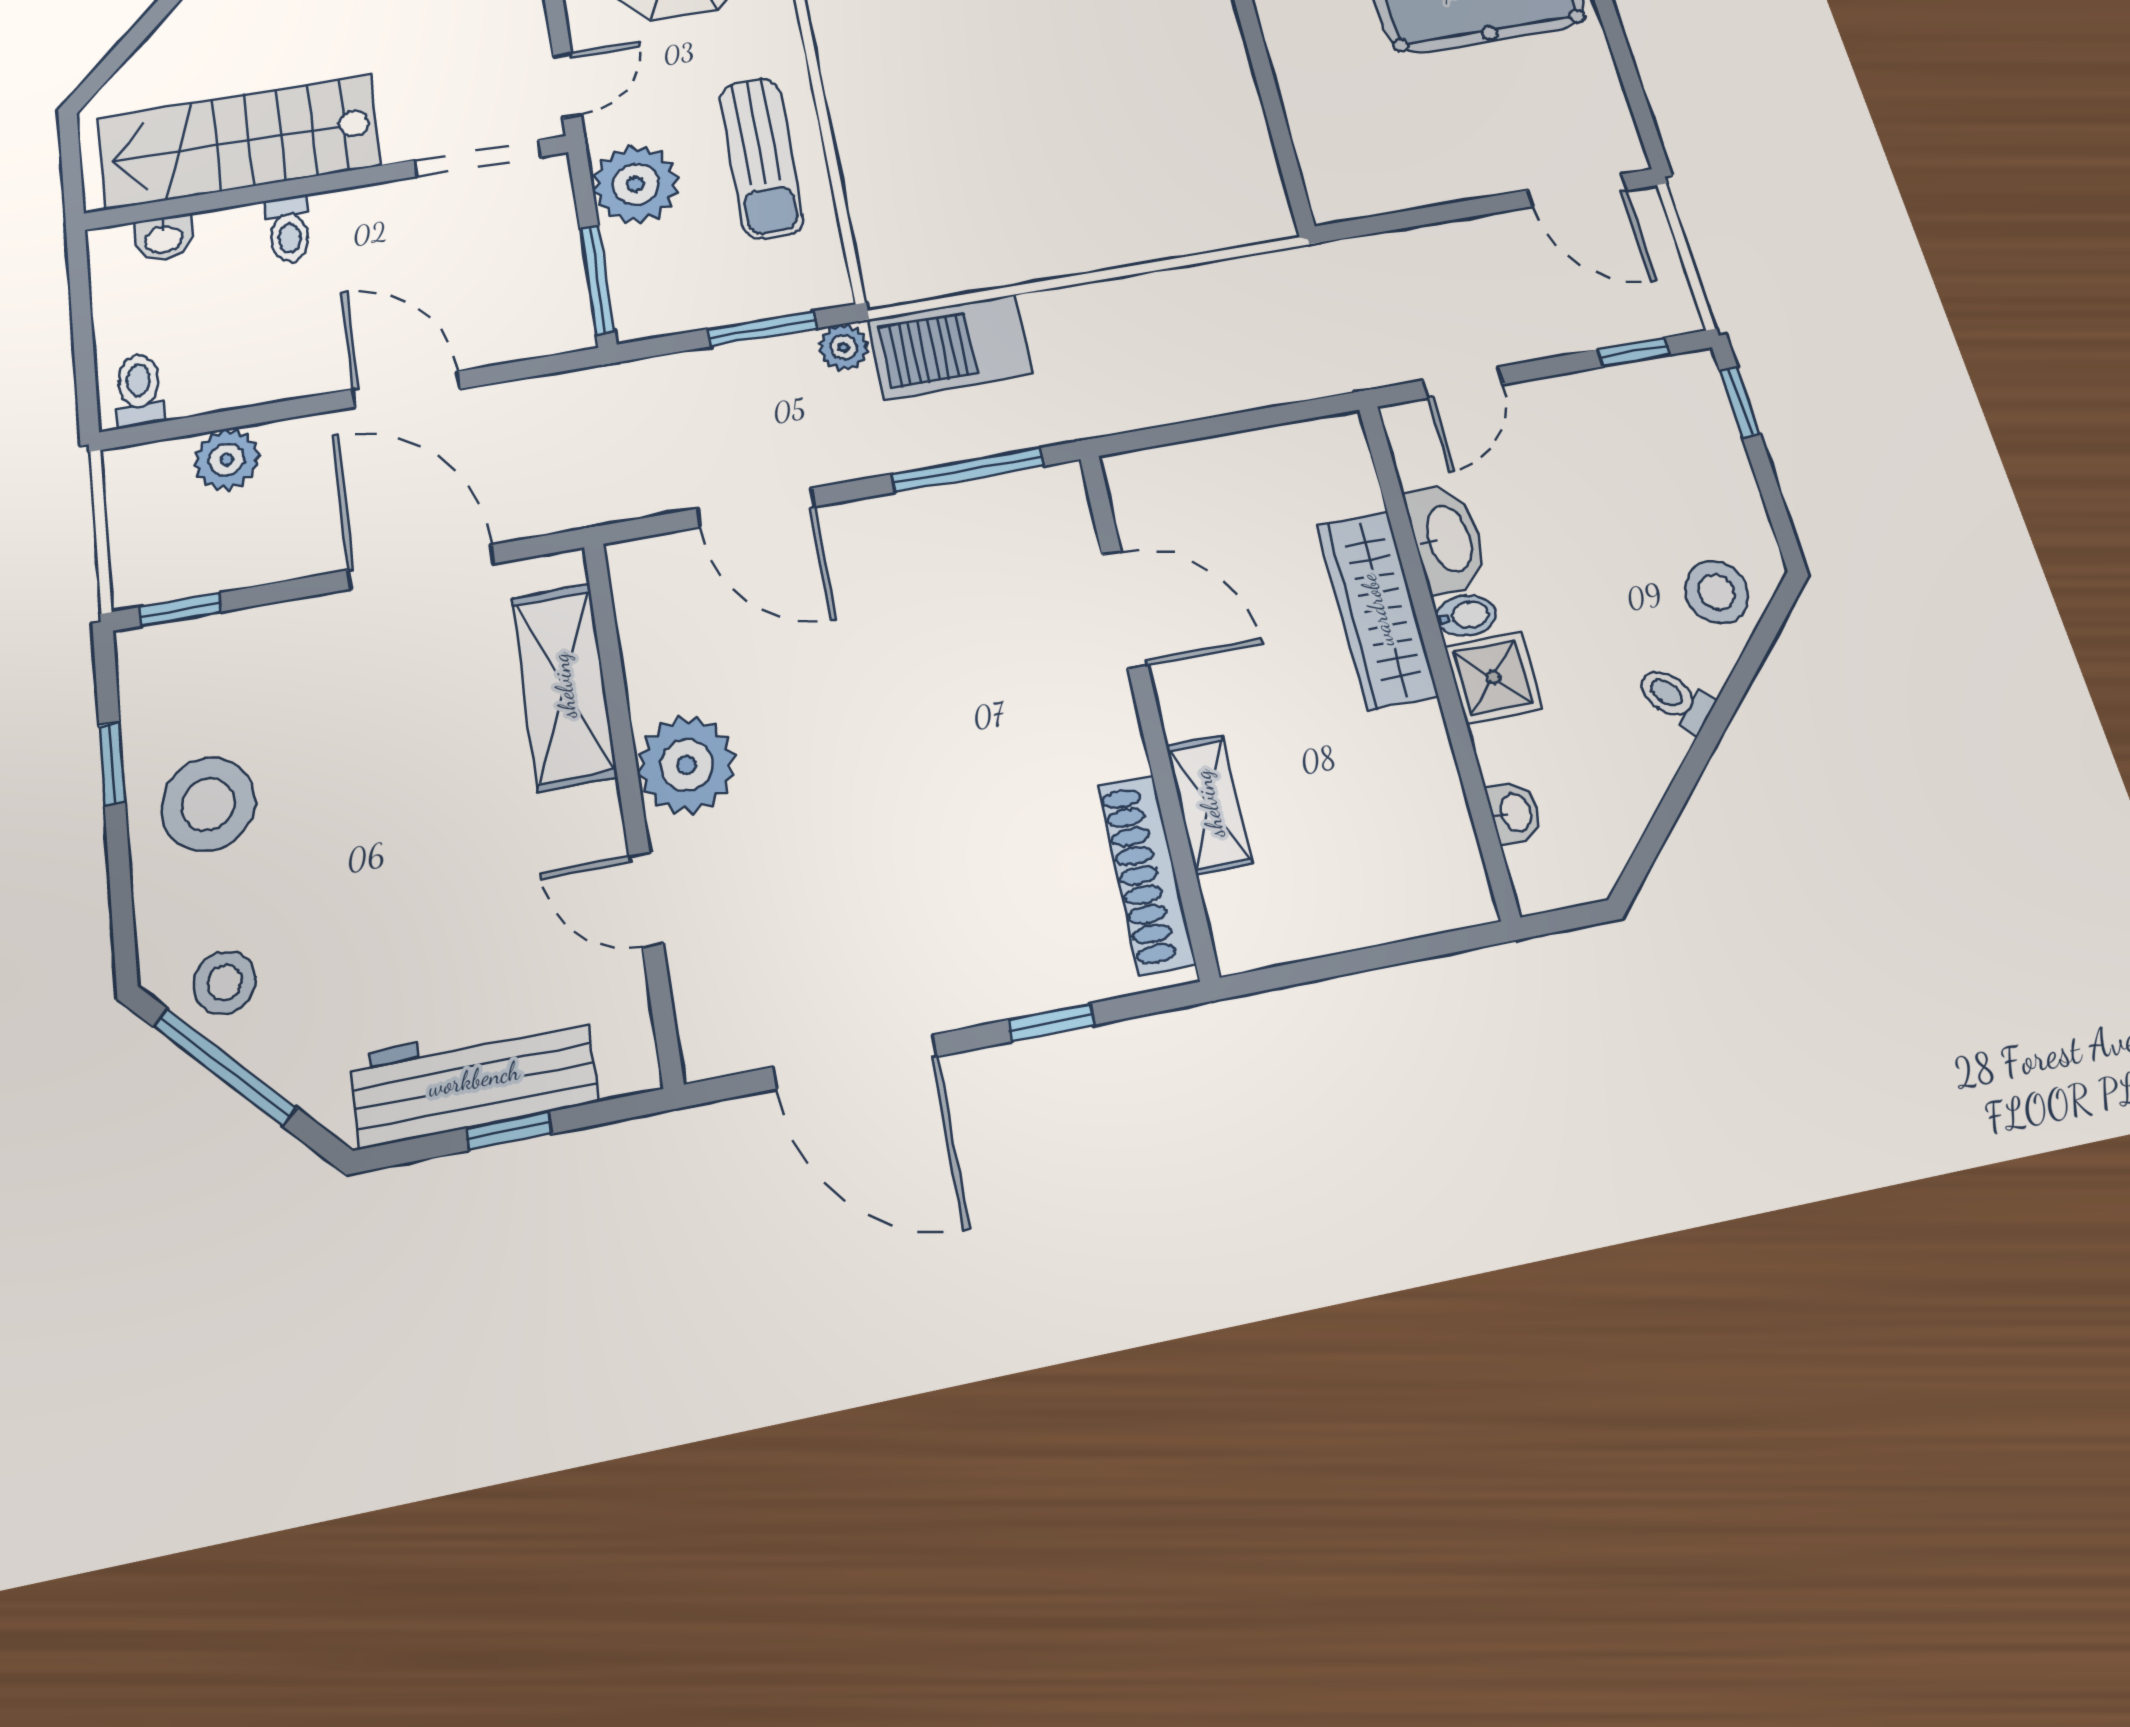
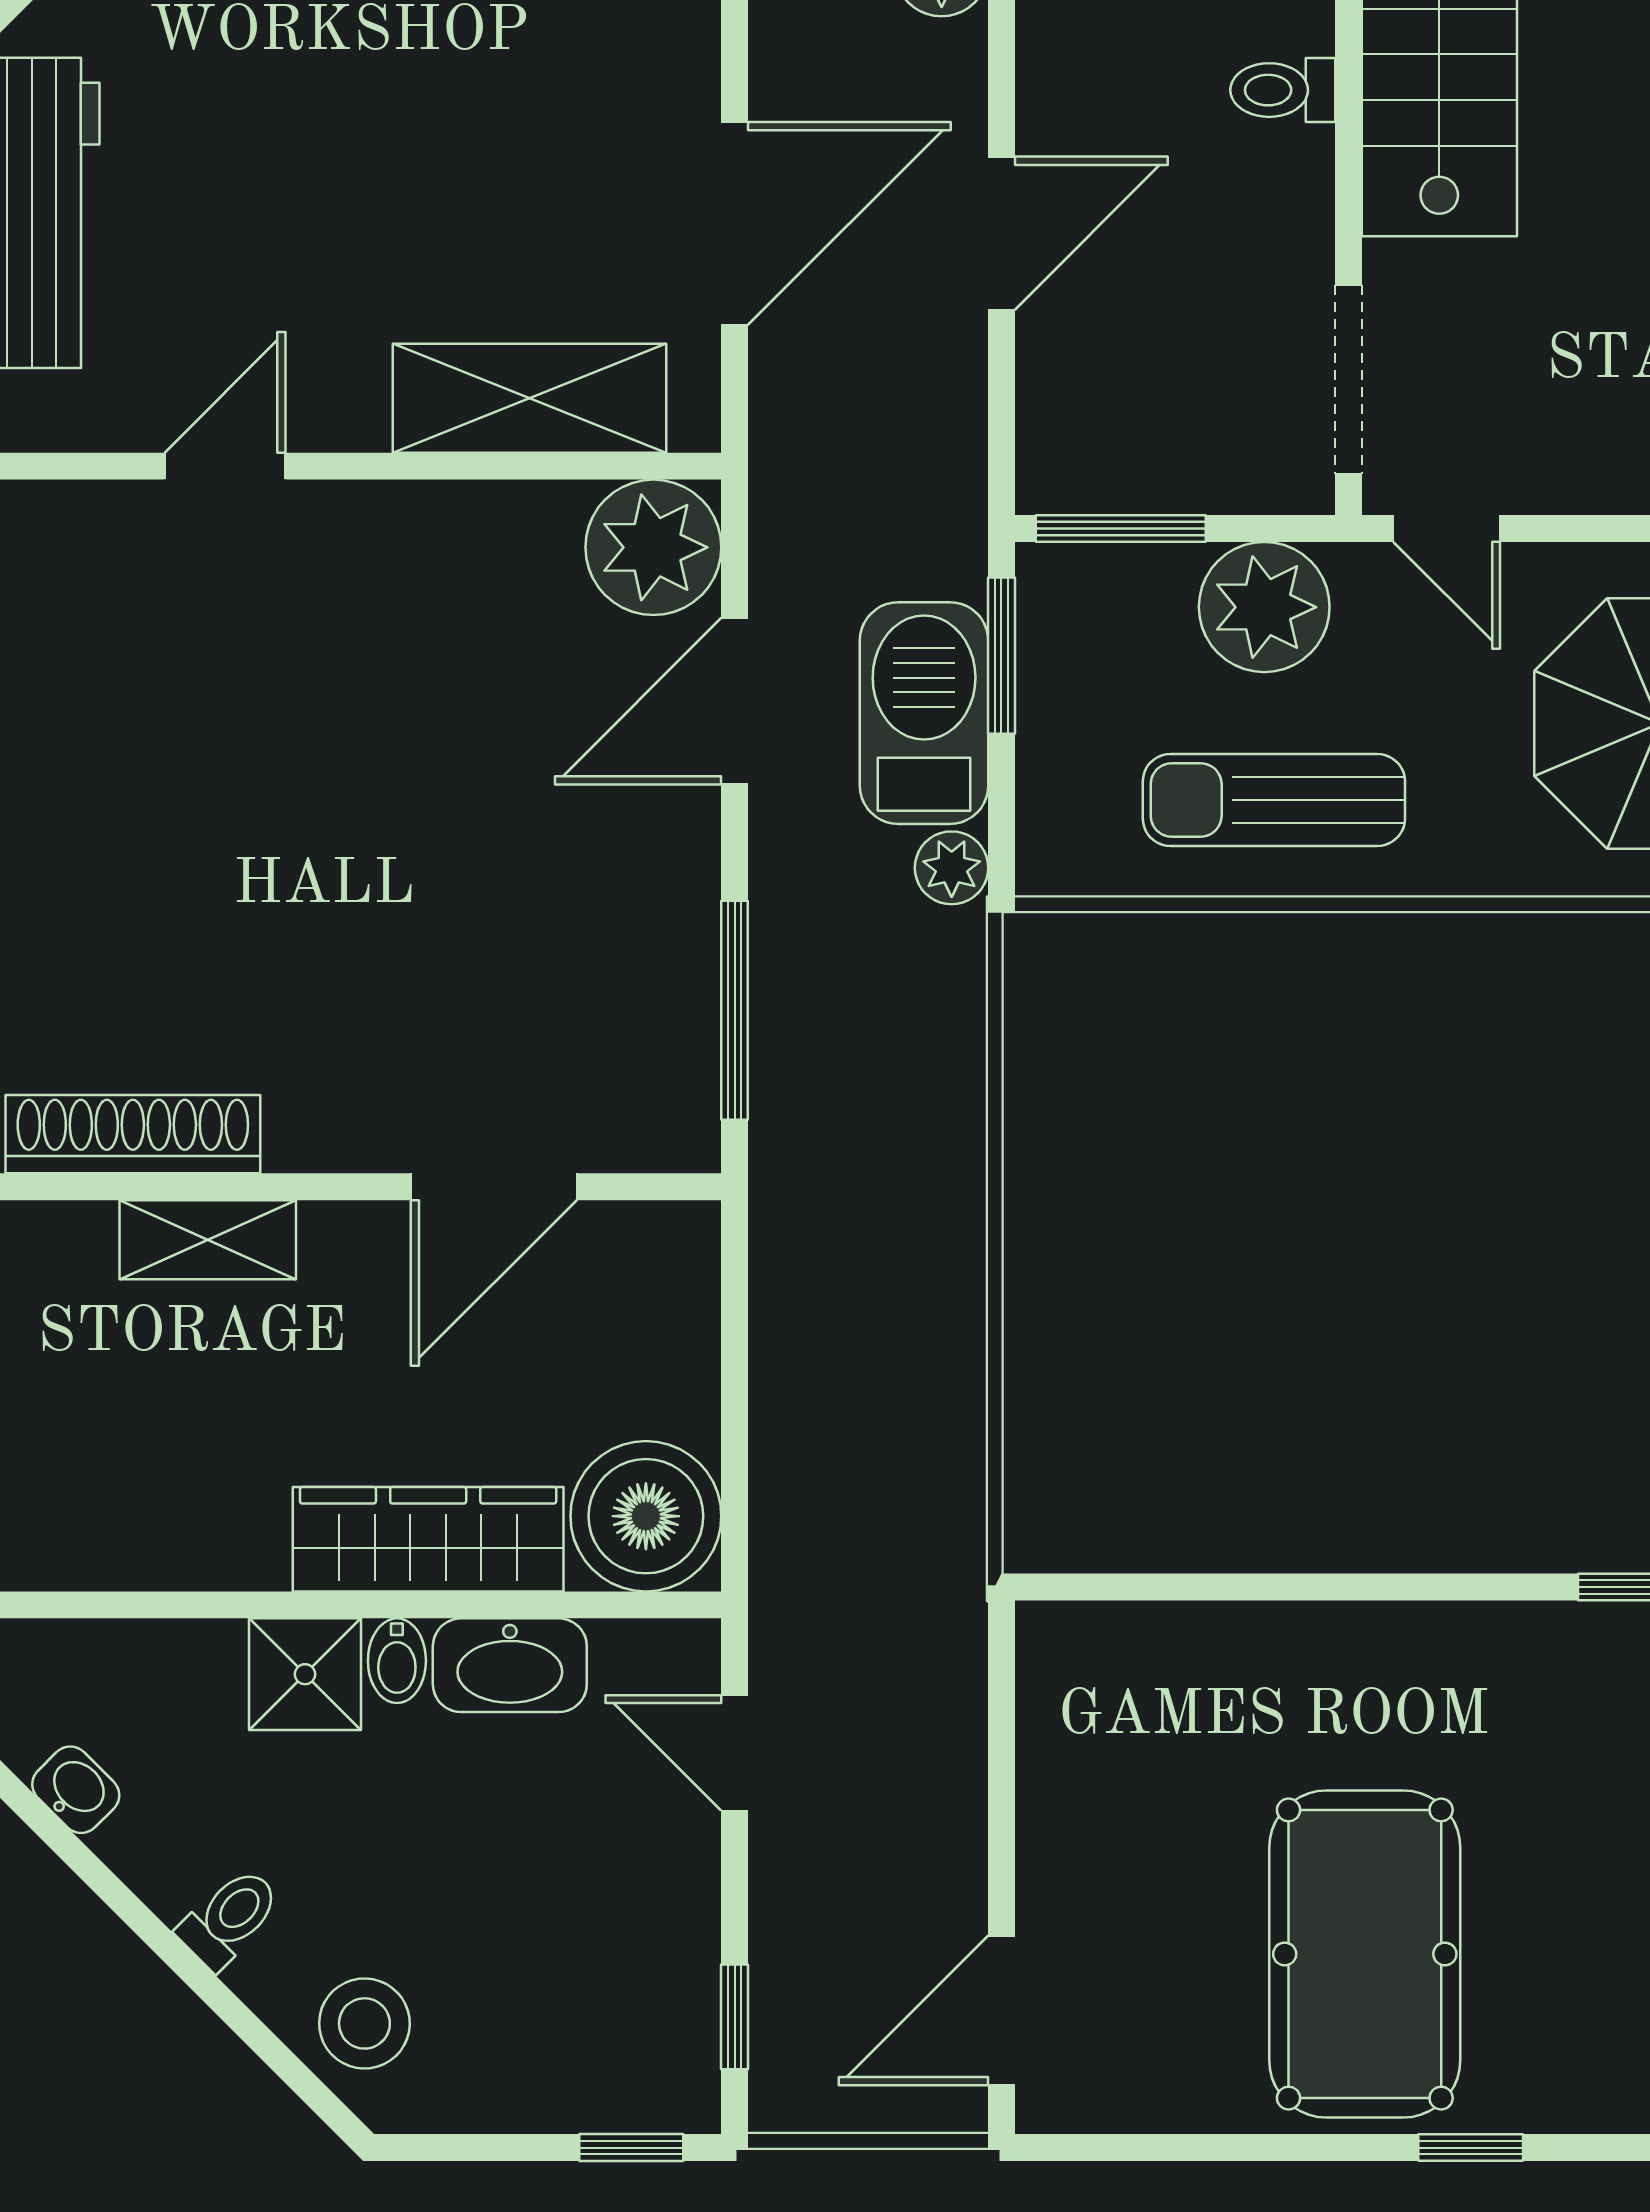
window: (762, 329) -> (1001, 656), moved
barbecue: (951, 347) -> (924, 713), moved
boiler: (1323, 467) -> (646, 1516), added
plant: (687, 765) -> (653, 547), moved
washbasin: (1515, 813) -> (76, 1790), moved, turned -135

